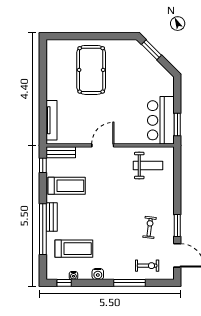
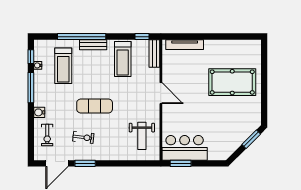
exercise mat: (116, 216) -> (95, 106), added
water cooler: (98, 274) -> (39, 112), moved
window: (130, 283) -> (31, 88), moved

